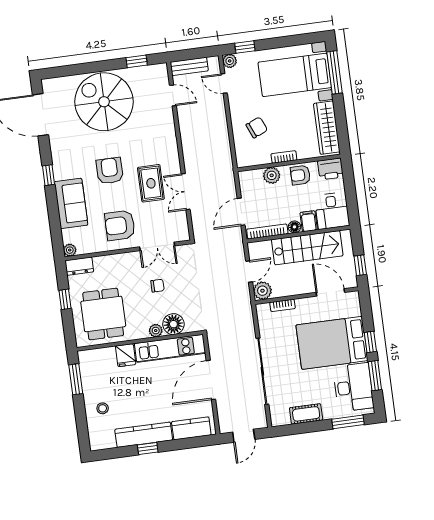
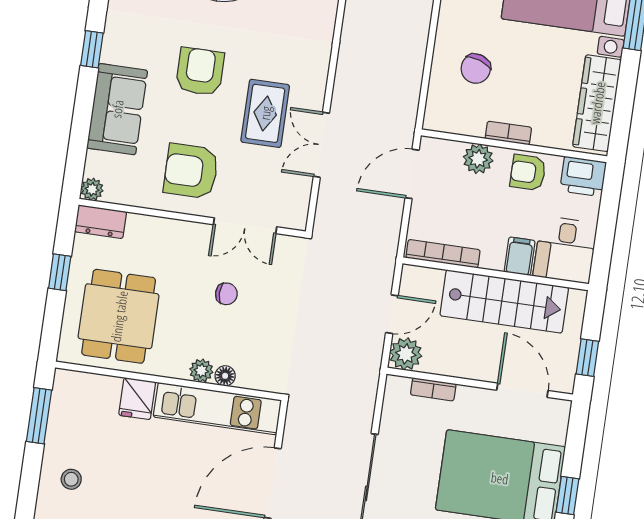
chair: (257, 127) -> (476, 69), turned 132
door: (241, 212) -> (412, 174), moved
floor lamp: (294, 227) -> (492, 259), removed
floor lamp: (173, 324) -> (225, 376), width x0.53, depth x0.53

